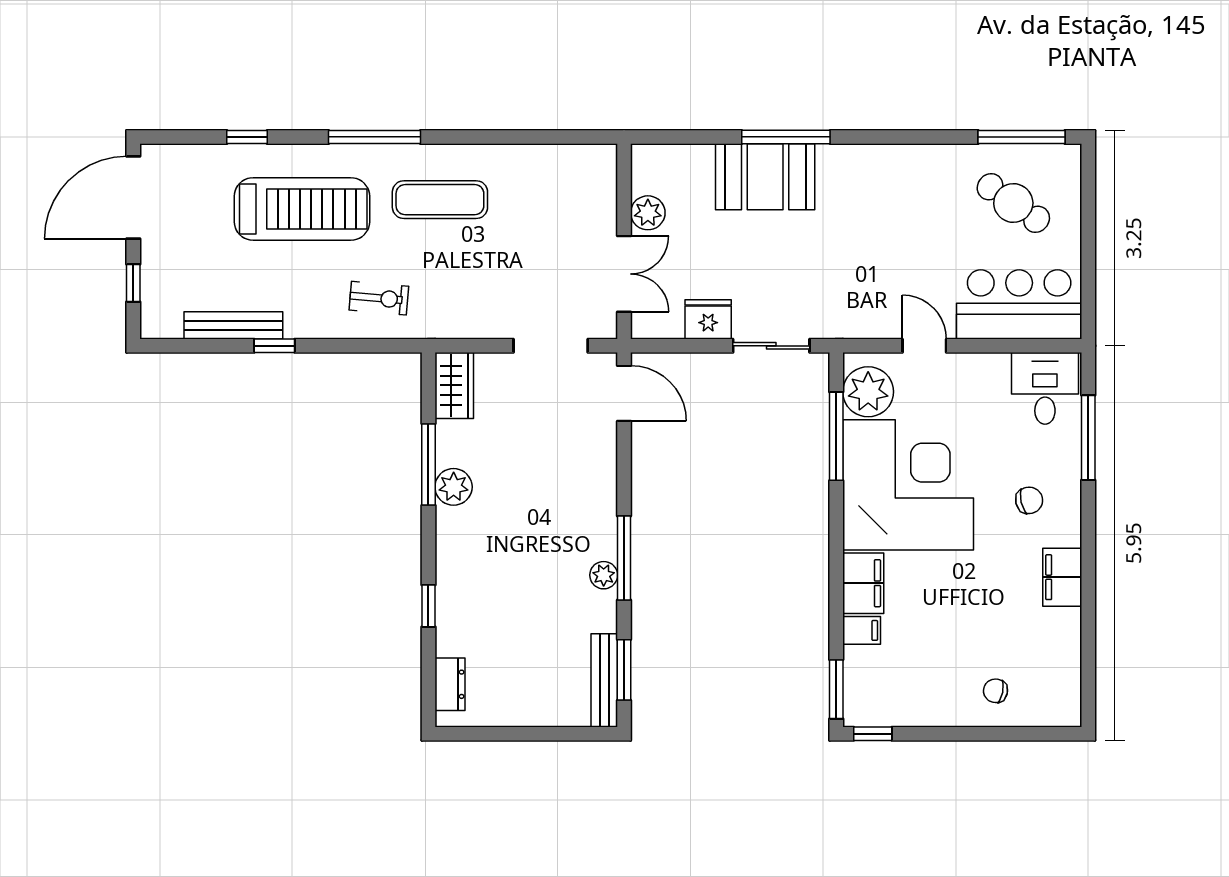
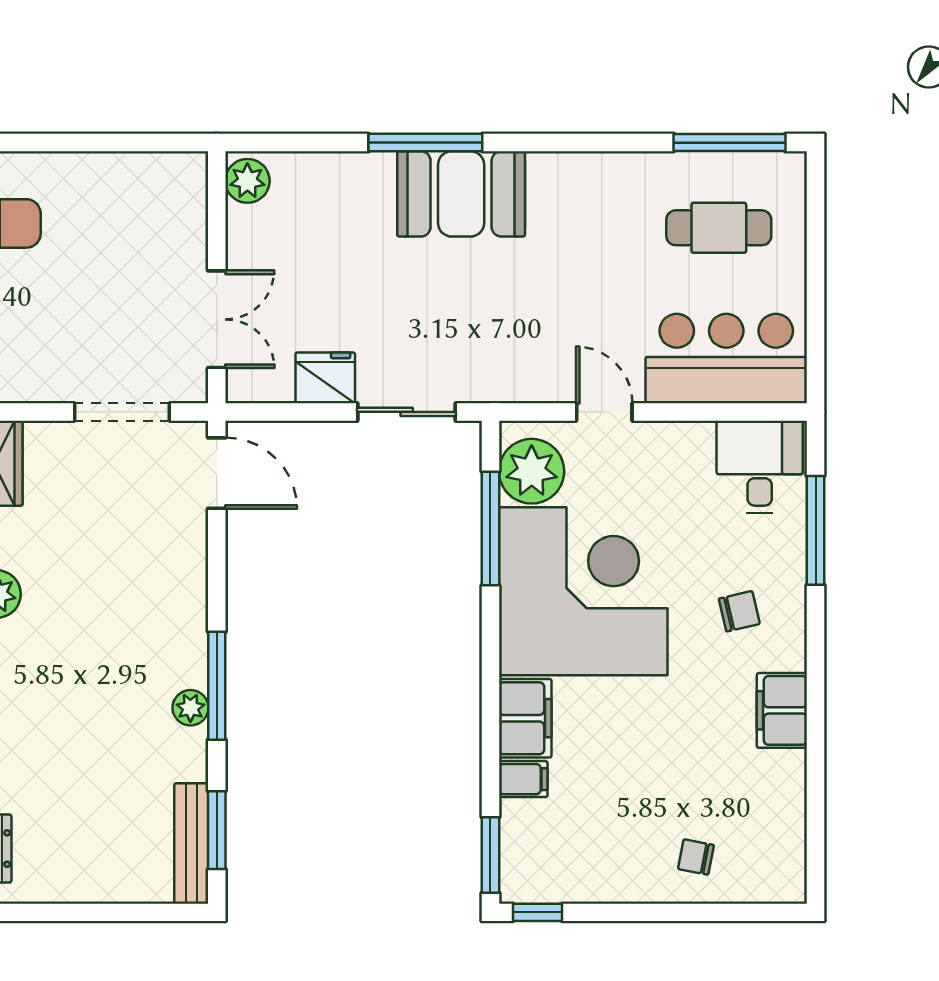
booth: (765, 177) -> (461, 194), moved
cafe table: (1013, 203) -> (719, 228), turned -35
plant: (648, 213) -> (247, 181), moved

